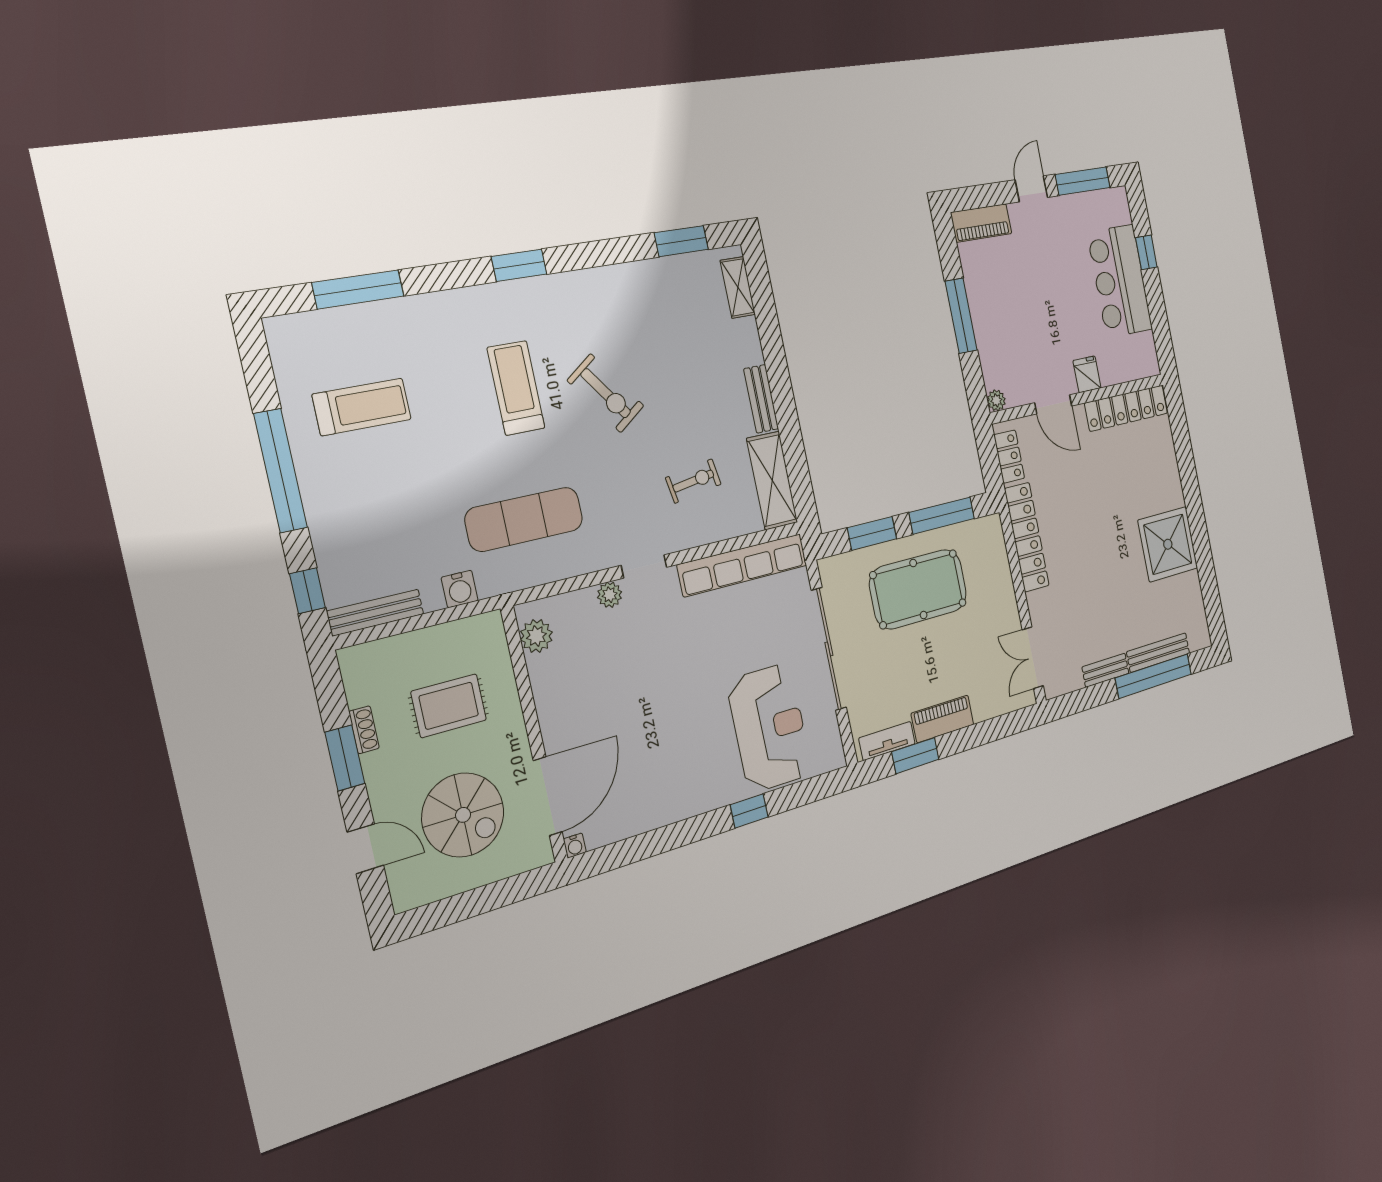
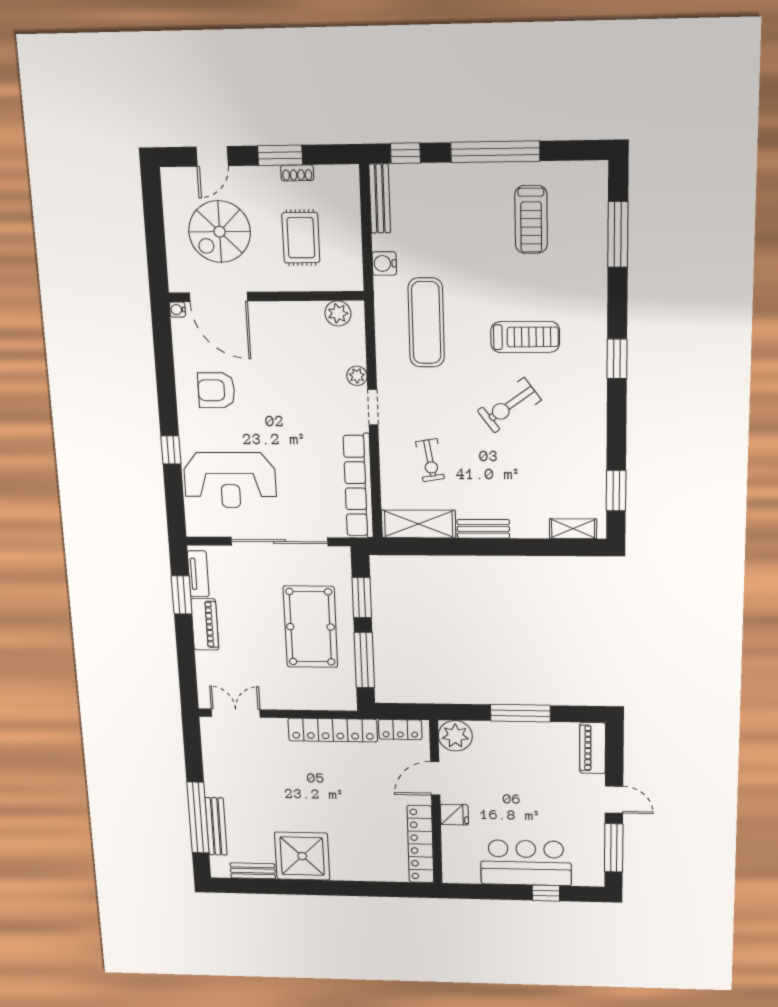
plant: (996, 400) -> (455, 736), width x1.88, depth x1.88
bench: (1105, 670) -> (253, 871), moved, turned 90
armchair: (665, 771) -> (216, 390), added

